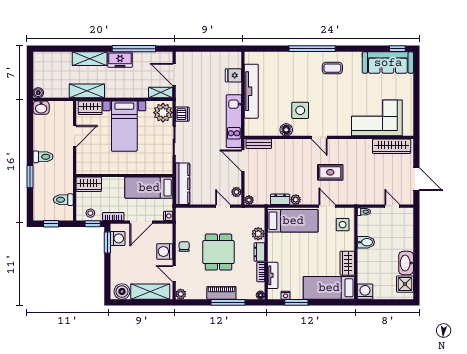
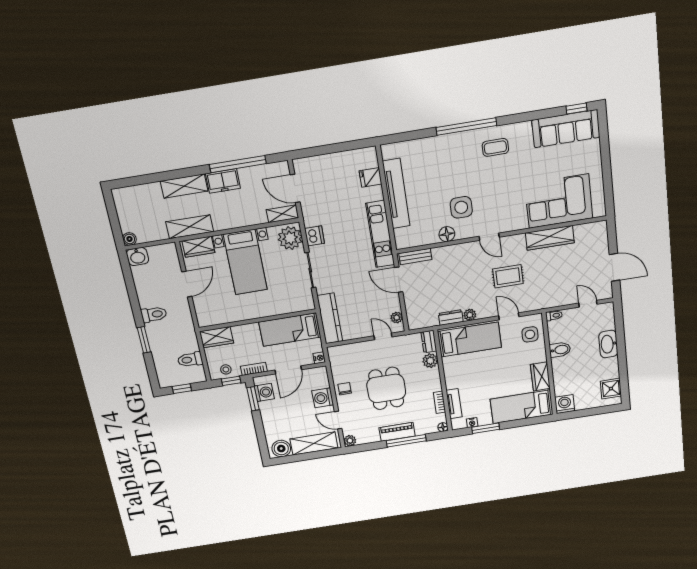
wardrobe: (392, 146) -> (550, 238), moved
plant: (249, 200) -> (413, 324), removed
dresser: (259, 252) -> (429, 342), moved
washbasin: (406, 263) -> (608, 344), moved

